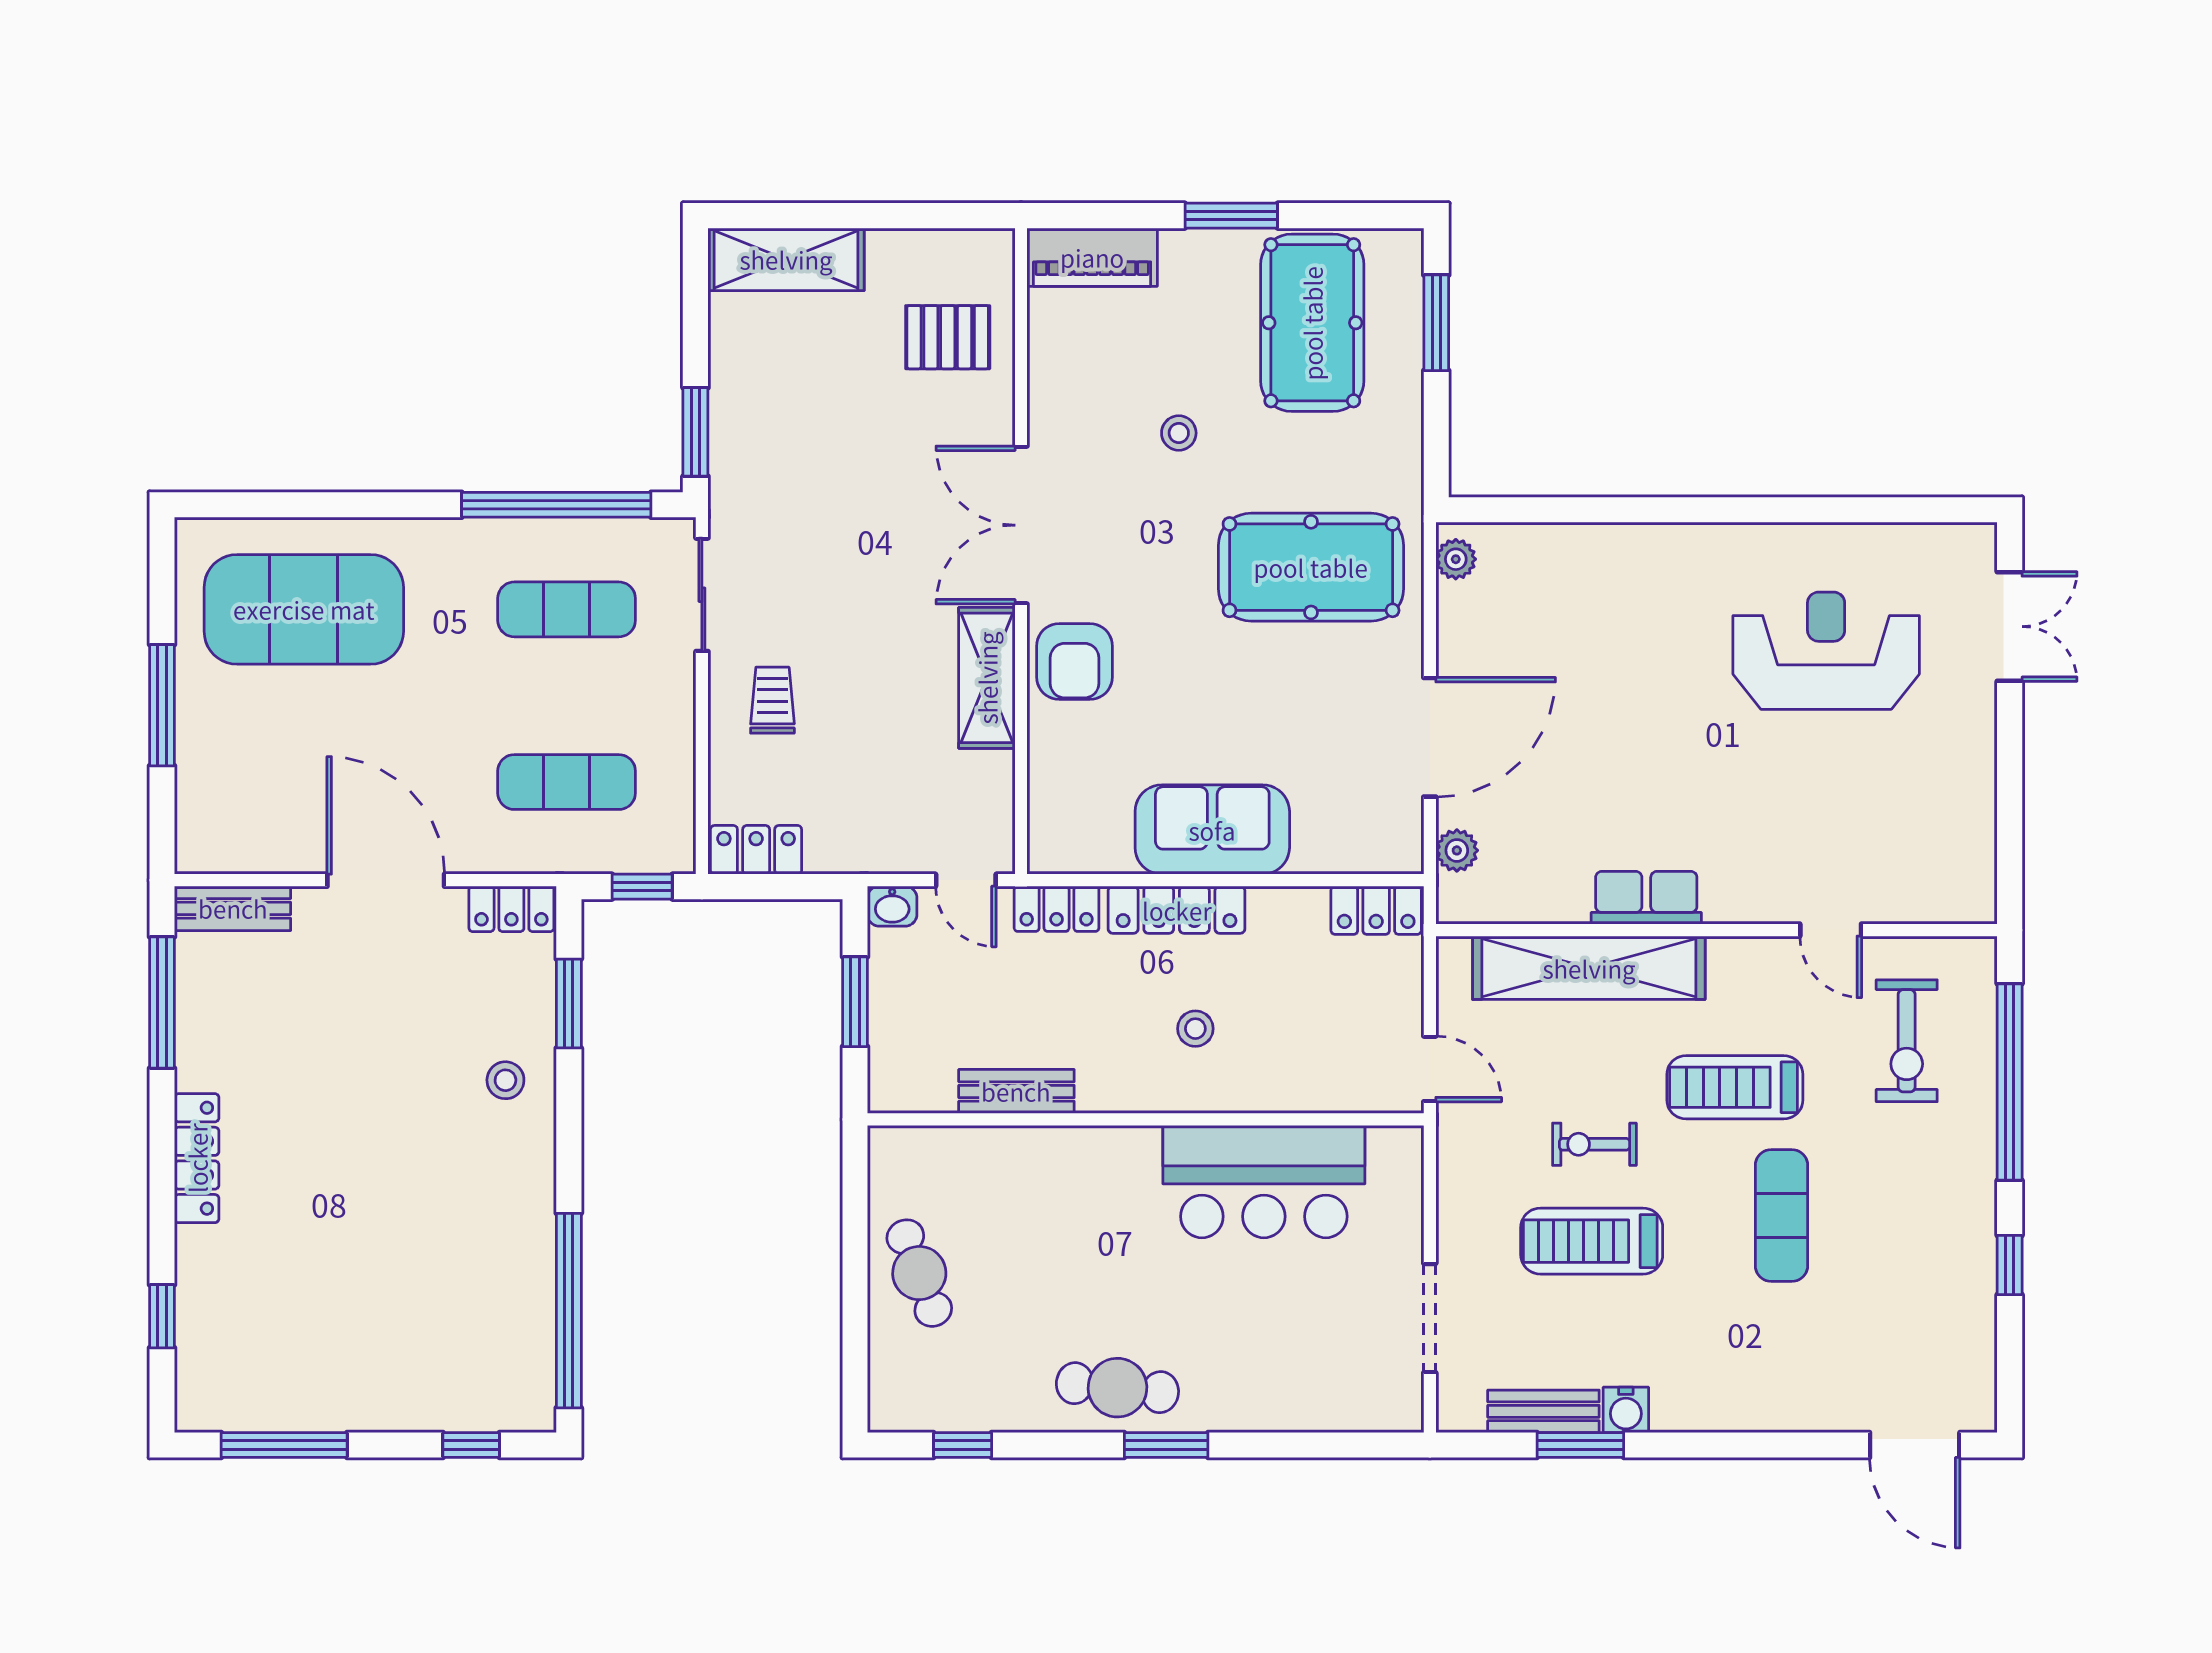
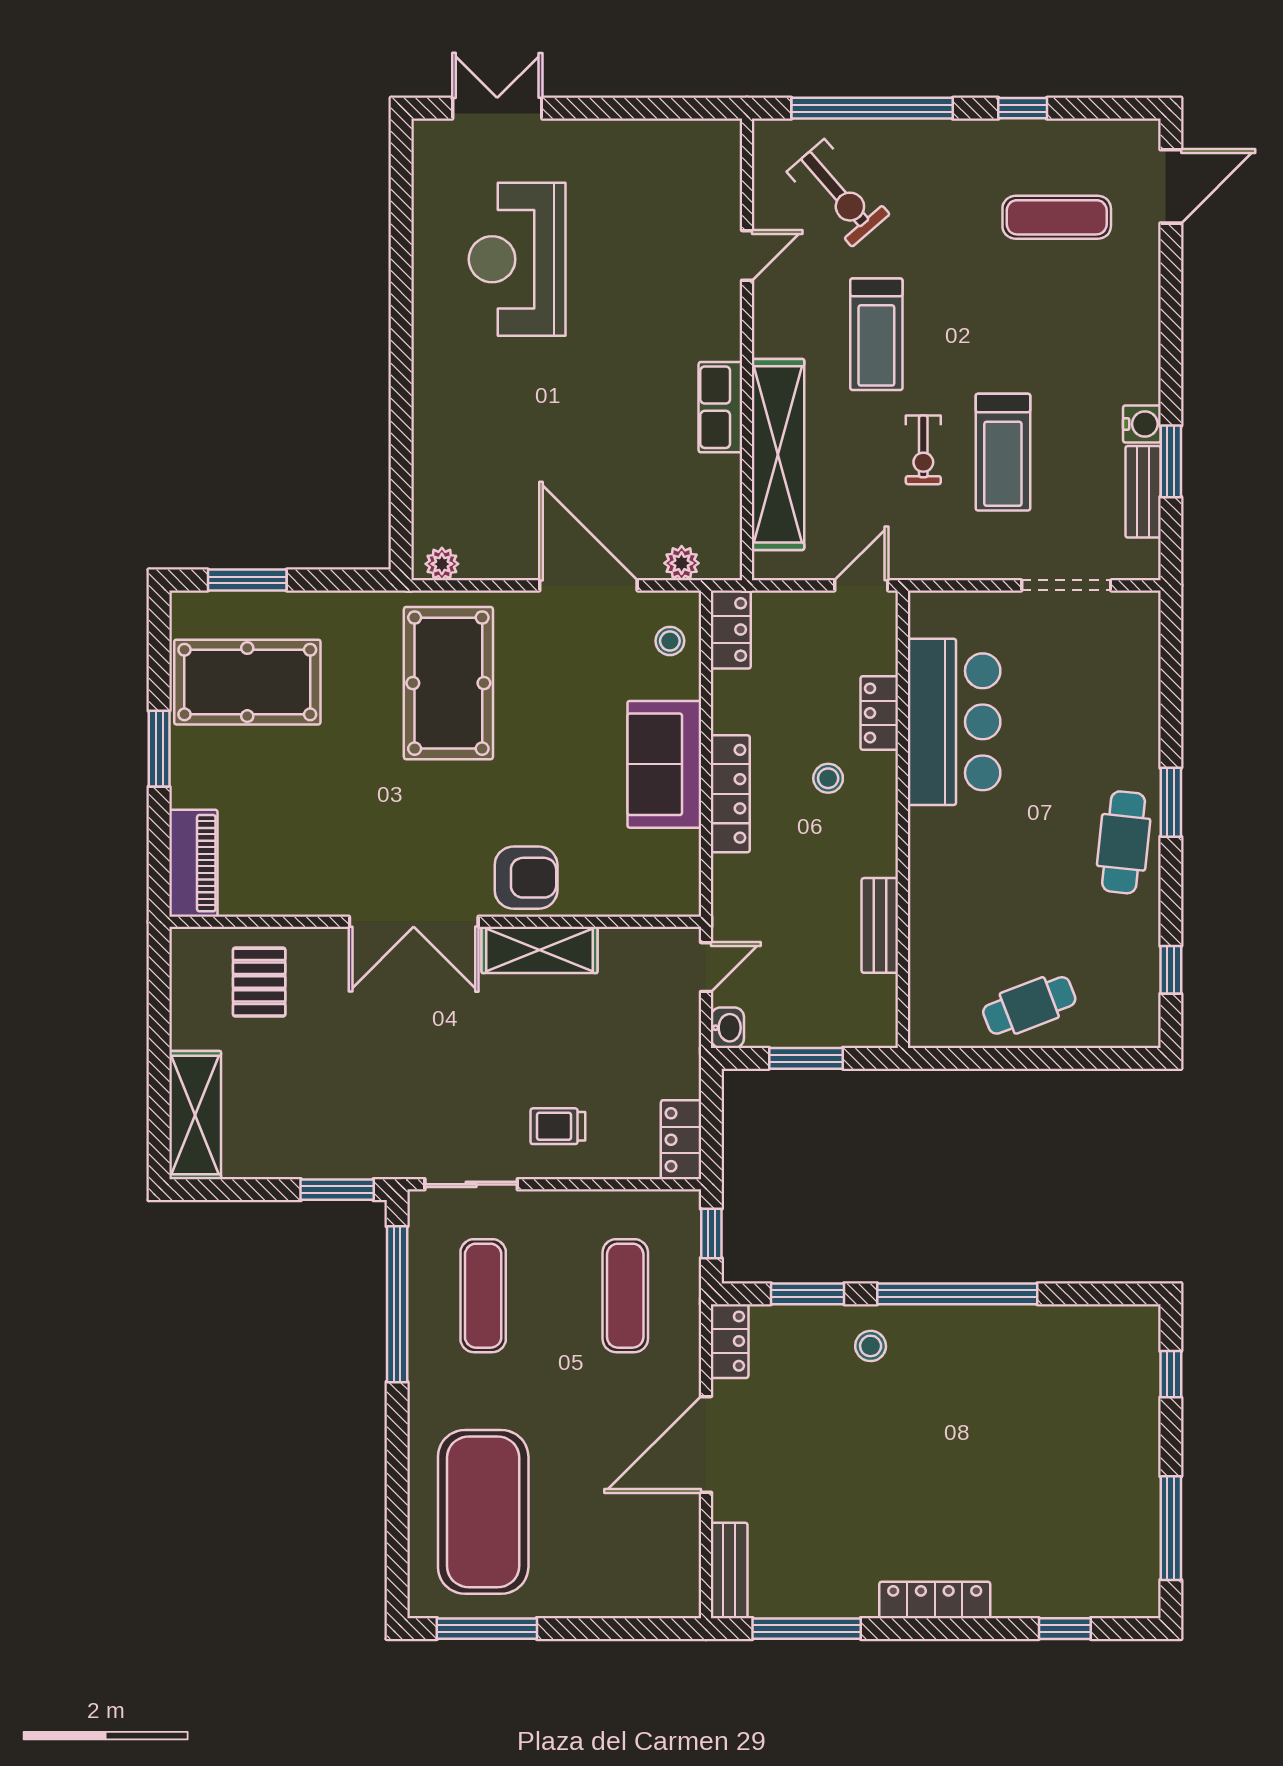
stool: (1179, 433) -> (670, 641), moved
window: (162, 705) -> (487, 1629), moved
locker: (1057, 909) -> (879, 713), moved, turned 180
exercise bike: (1907, 1041) -> (838, 193), turned 49
exercise mat: (1781, 1215) -> (1057, 217), moved
window: (569, 1311) -> (957, 1294), moved

